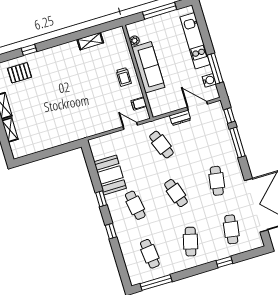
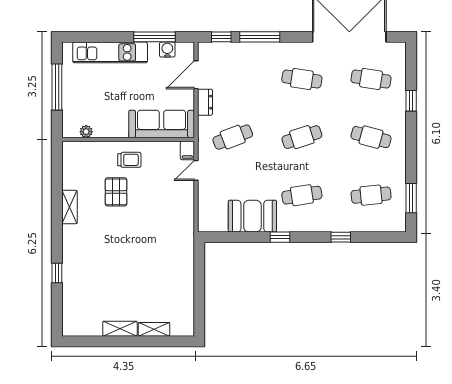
shelving: (90, 41) -> (69, 207), moved
sofa: (148, 67) -> (162, 124), moved
pallet: (20, 73) -> (116, 192), moved
filing cabinet: (139, 103) -> (187, 151), moved
window: (111, 231) -> (341, 237), moved
window: (156, 283) -> (411, 198), width x0.69

